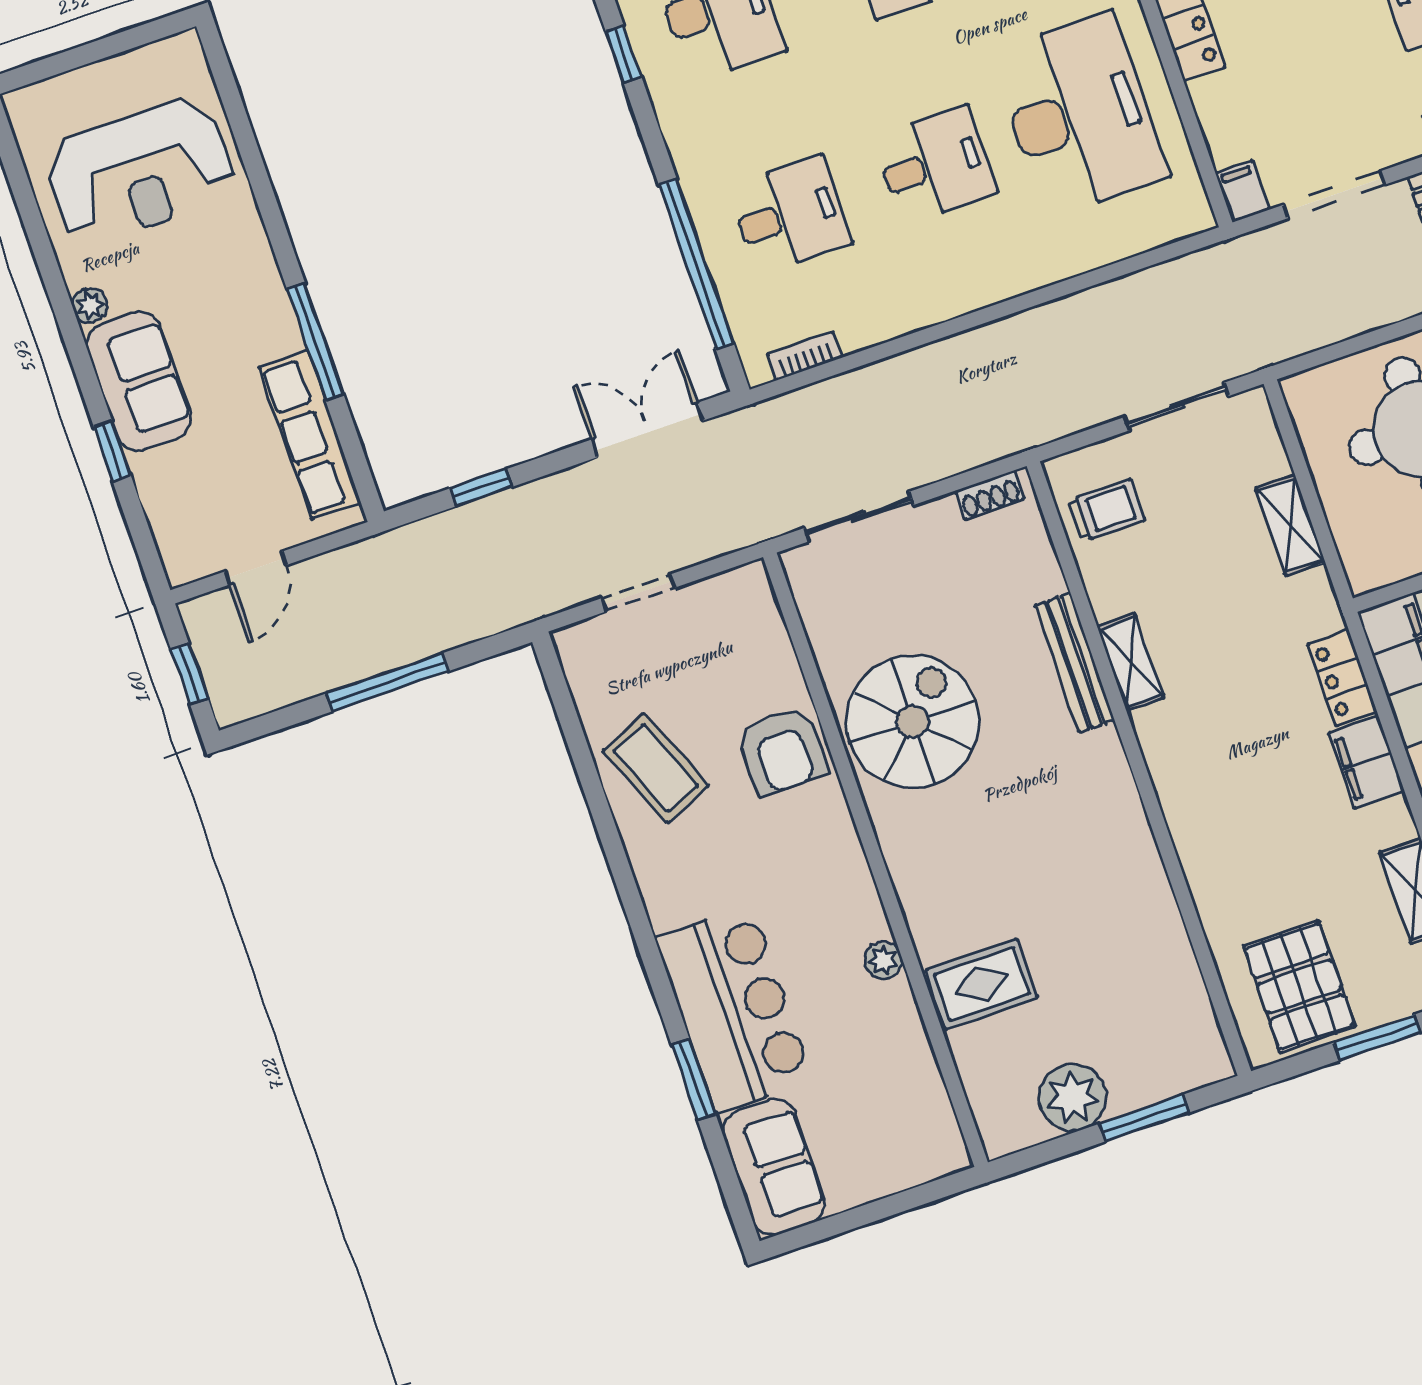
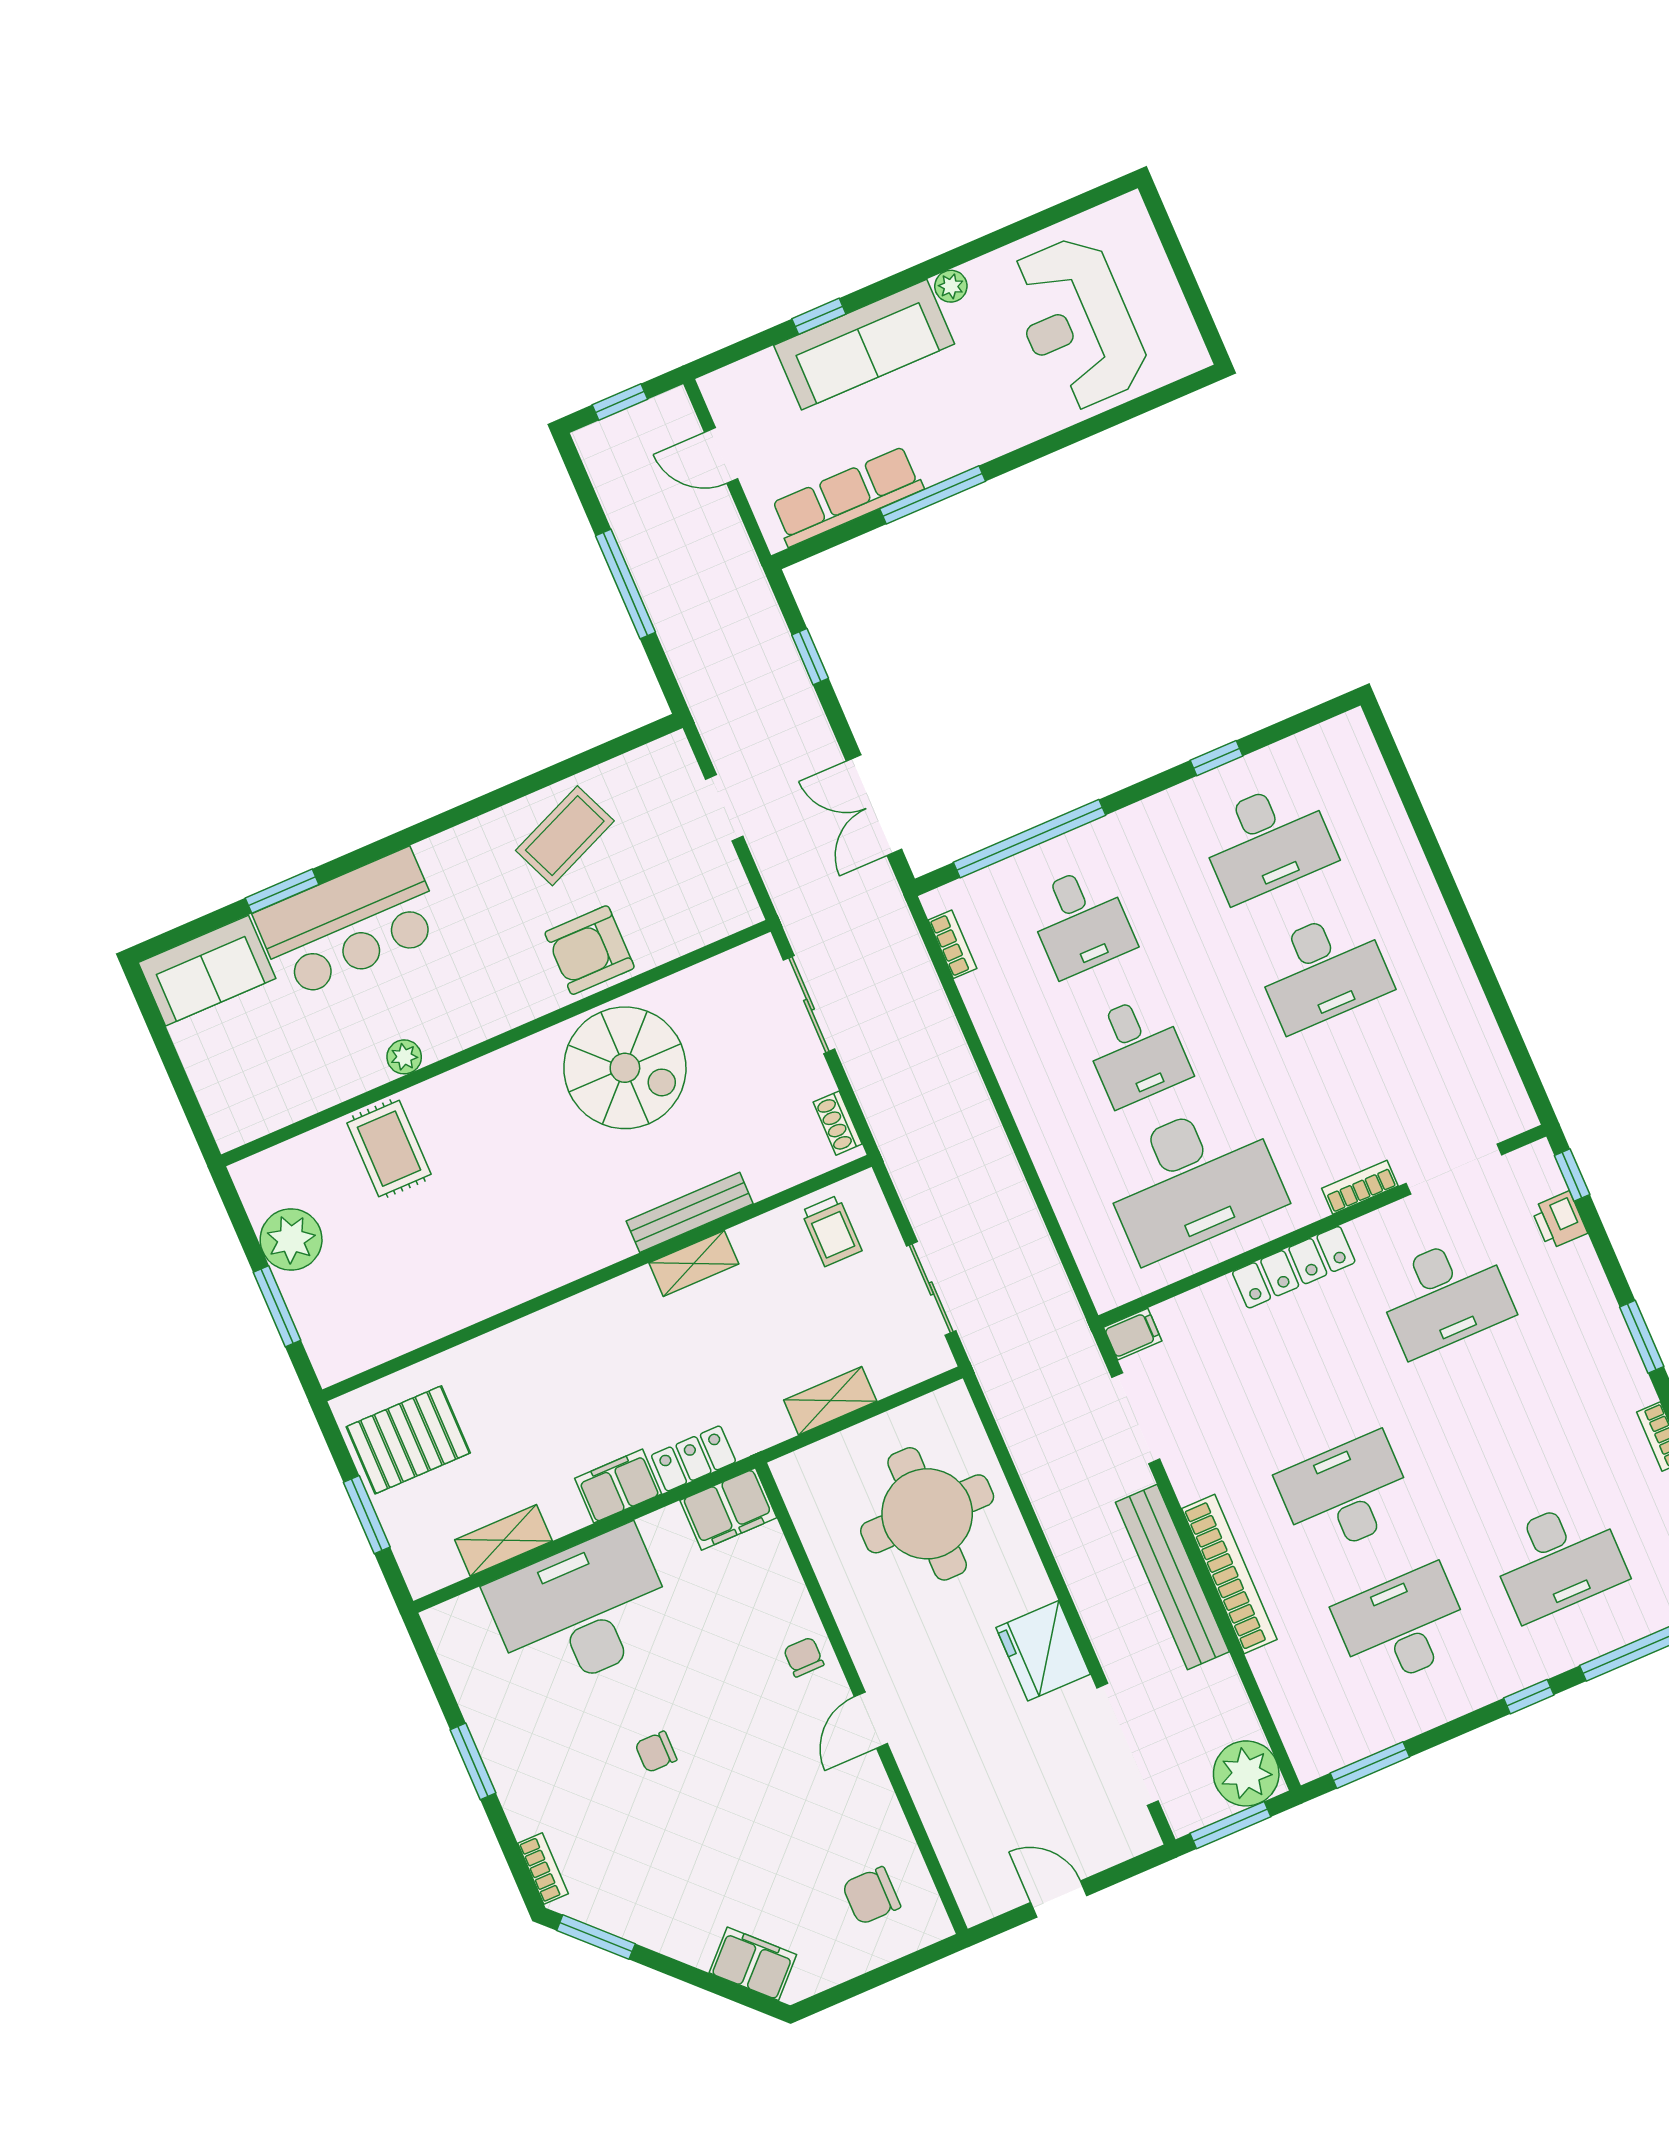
sofa: (139, 381) -> (864, 345), width x1.36
double door: (647, 430) -> (874, 805), swing flipped

